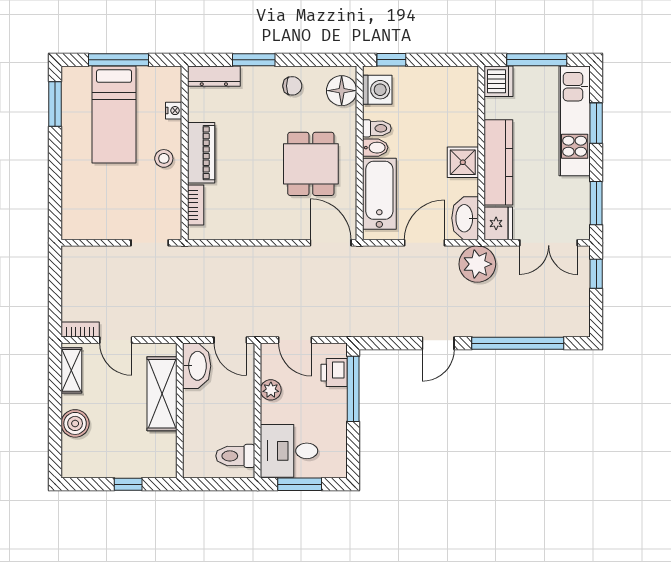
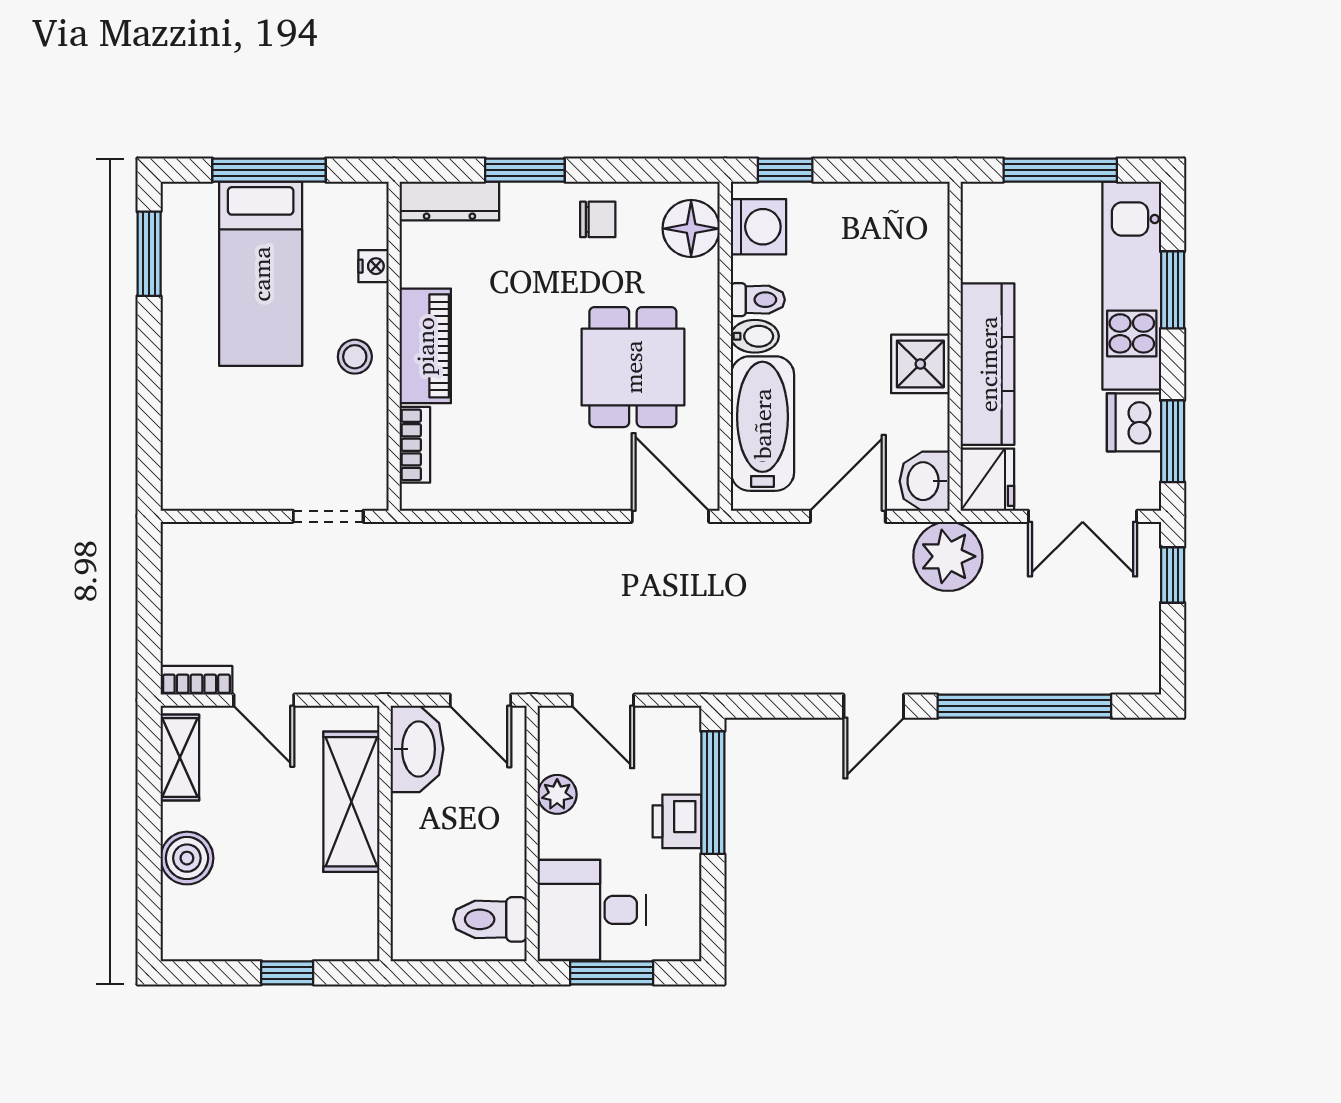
dishwasher: (498, 81) -> (1134, 422), moved, turned 180
washbasin: (465, 218) -> (925, 481), width x0.72
printer: (334, 373) -> (677, 821), moved

